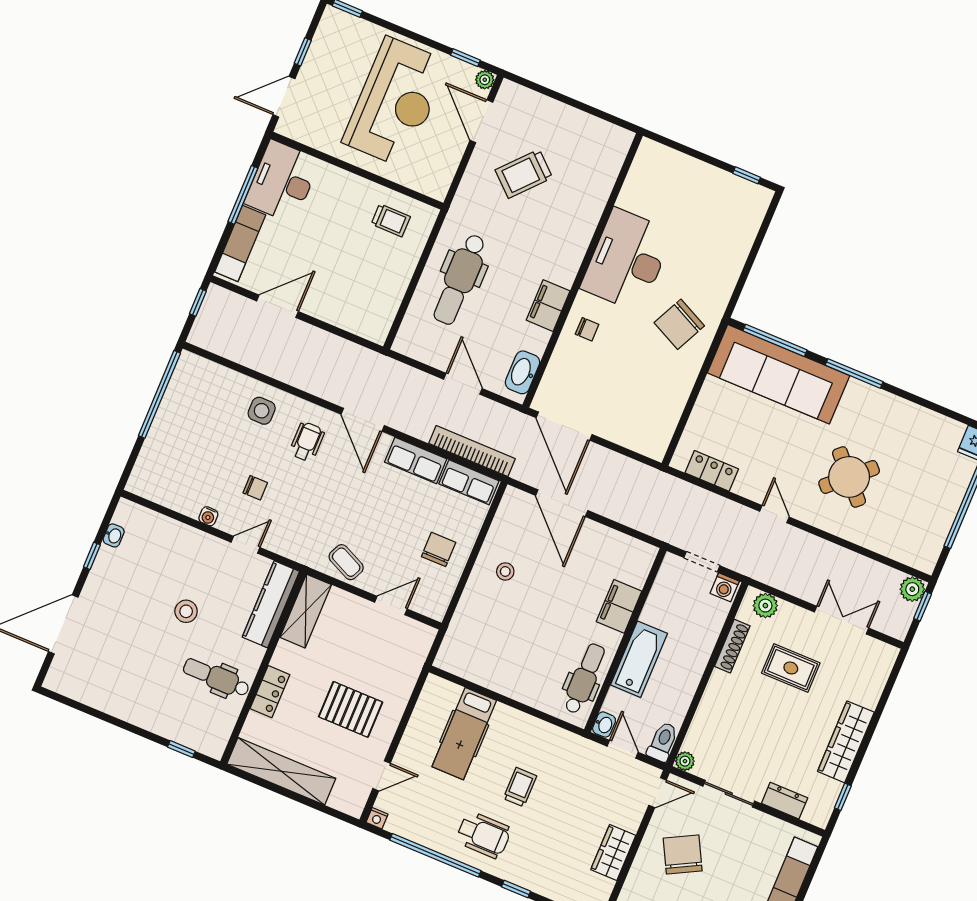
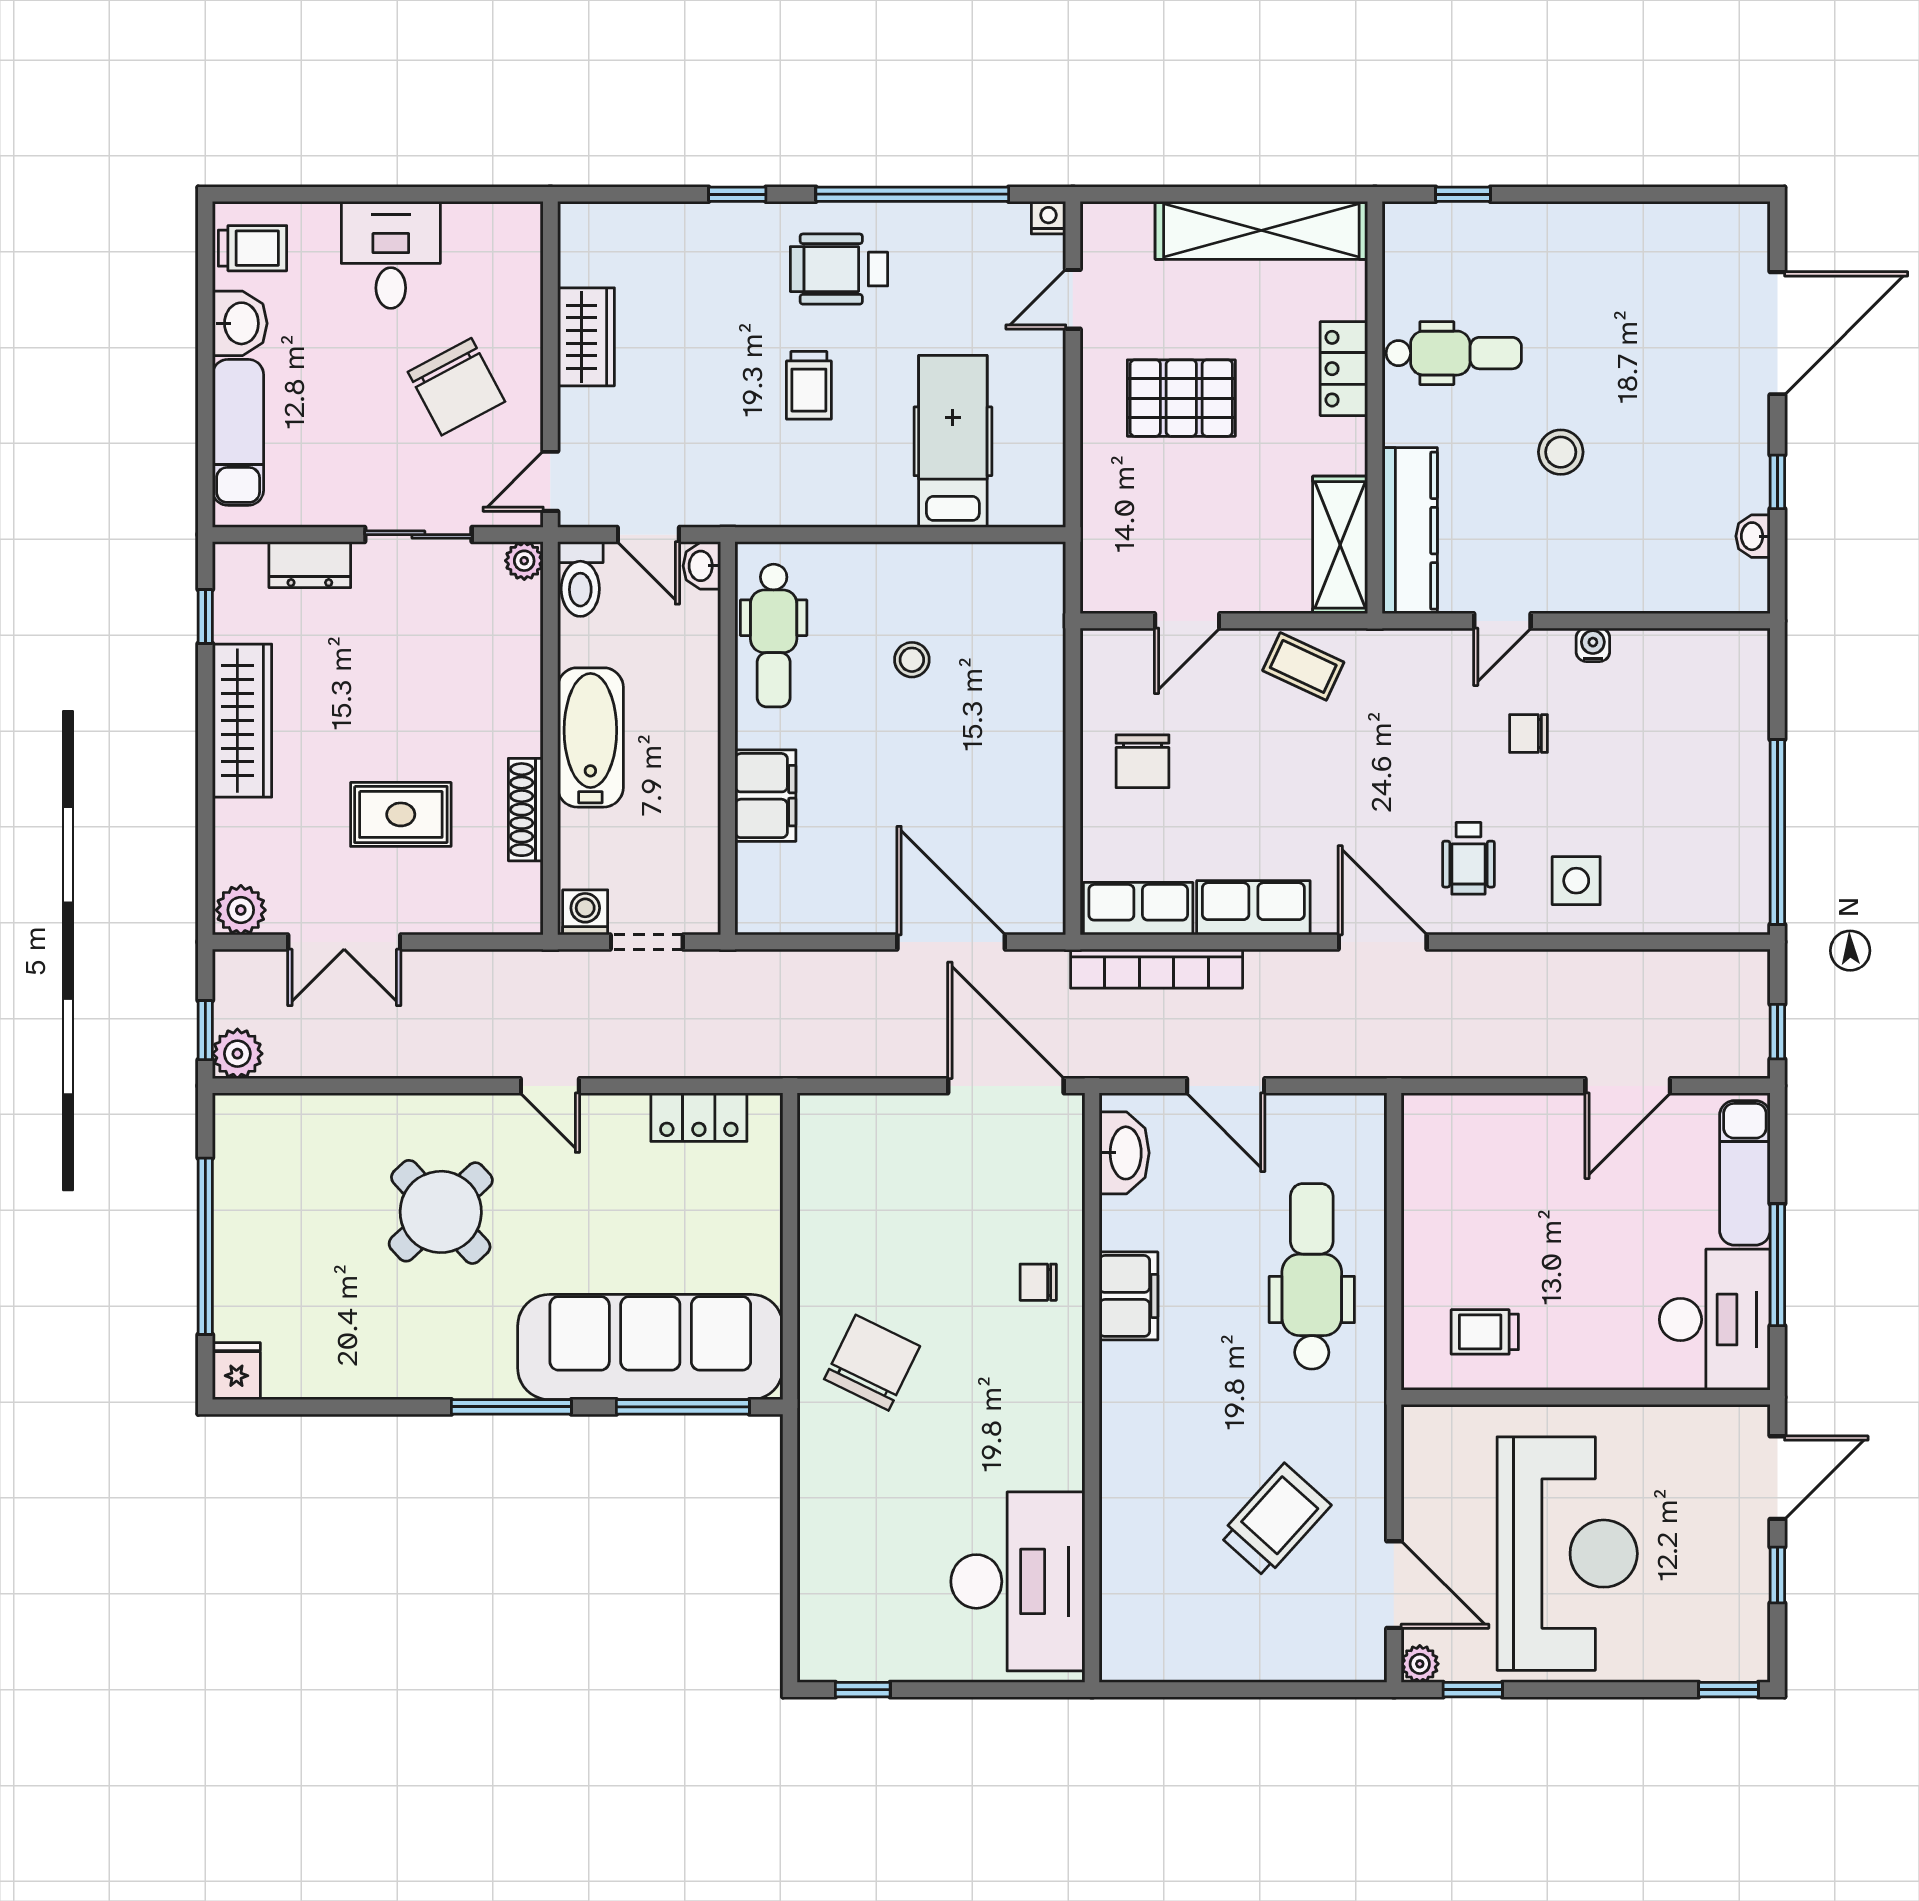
reception desk: (396, 102) -> (1567, 1554), turned 180
desk: (627, 260) -> (1018, 1581), moved
stool: (505, 571) -> (912, 660), moved
plant: (765, 606) -> (241, 910), moved
bathtub: (639, 659) -> (590, 737), moved, turned 180

